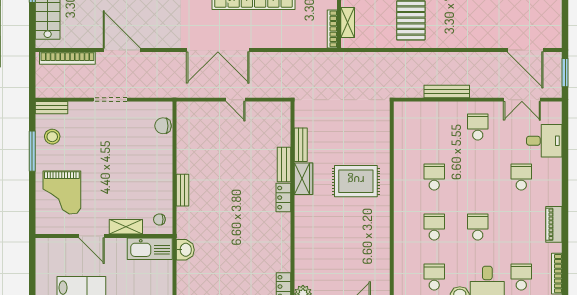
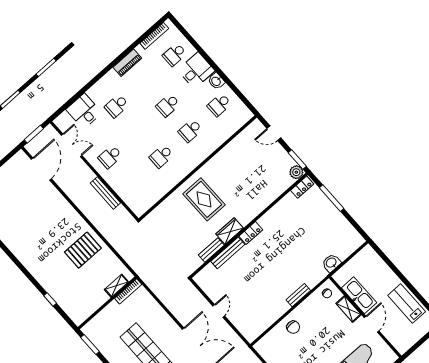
chair: (163, 126) -> (293, 327), moved
bench: (284, 165) -> (228, 253), width x1.36
kitchen sink: (150, 249) -> (359, 295), moved

